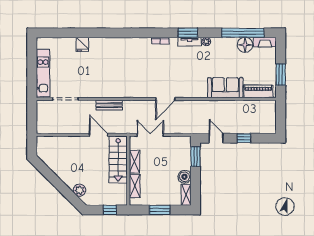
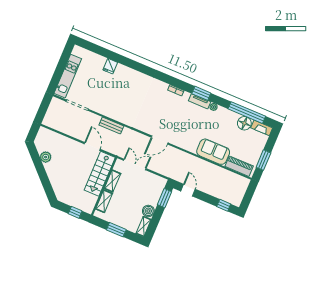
window: (244, 138) -> (224, 205), moved
plant: (80, 190) -> (46, 157), moved

